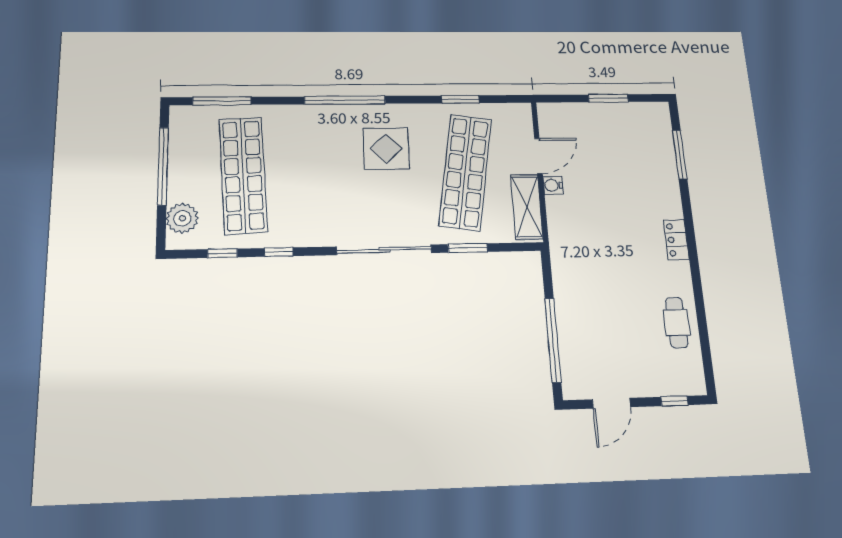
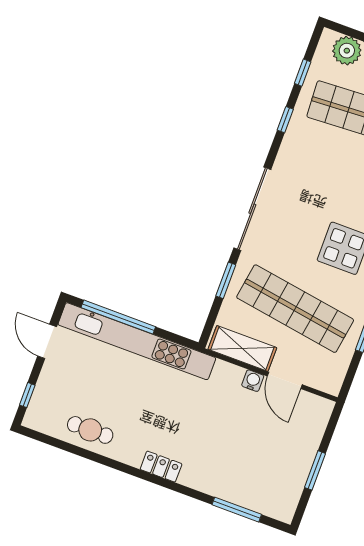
kitchen unit: (568, 312) -> (137, 341), added

